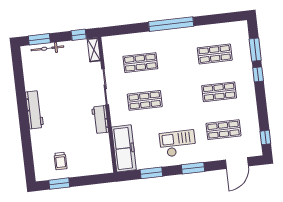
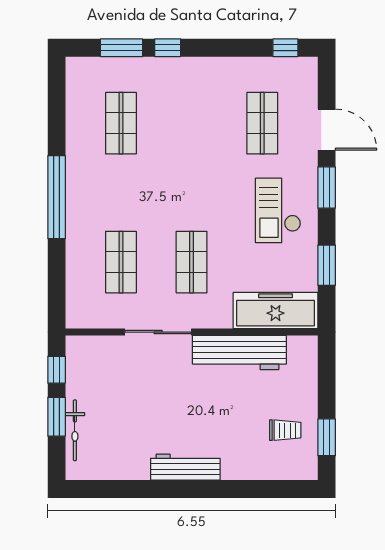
window: (39, 39) -> (57, 417), moved
shelving: (94, 50) -> (87, 345), removed
shop shelf: (219, 92) -> (192, 123), removed
workbench: (100, 120) -> (239, 352), width x1.88, depth x1.32
door: (237, 163) -> (327, 130), moved

